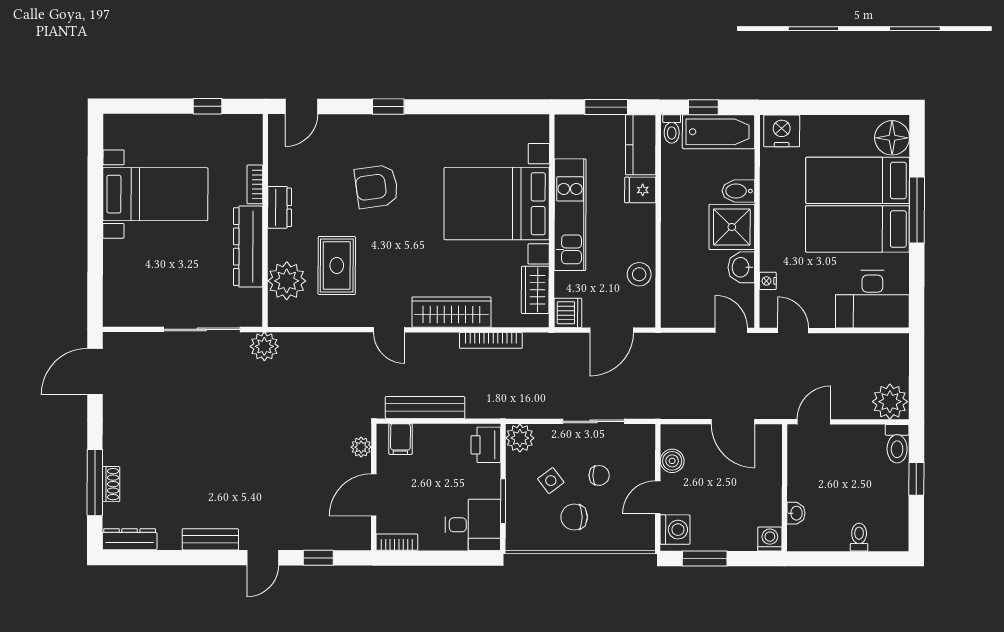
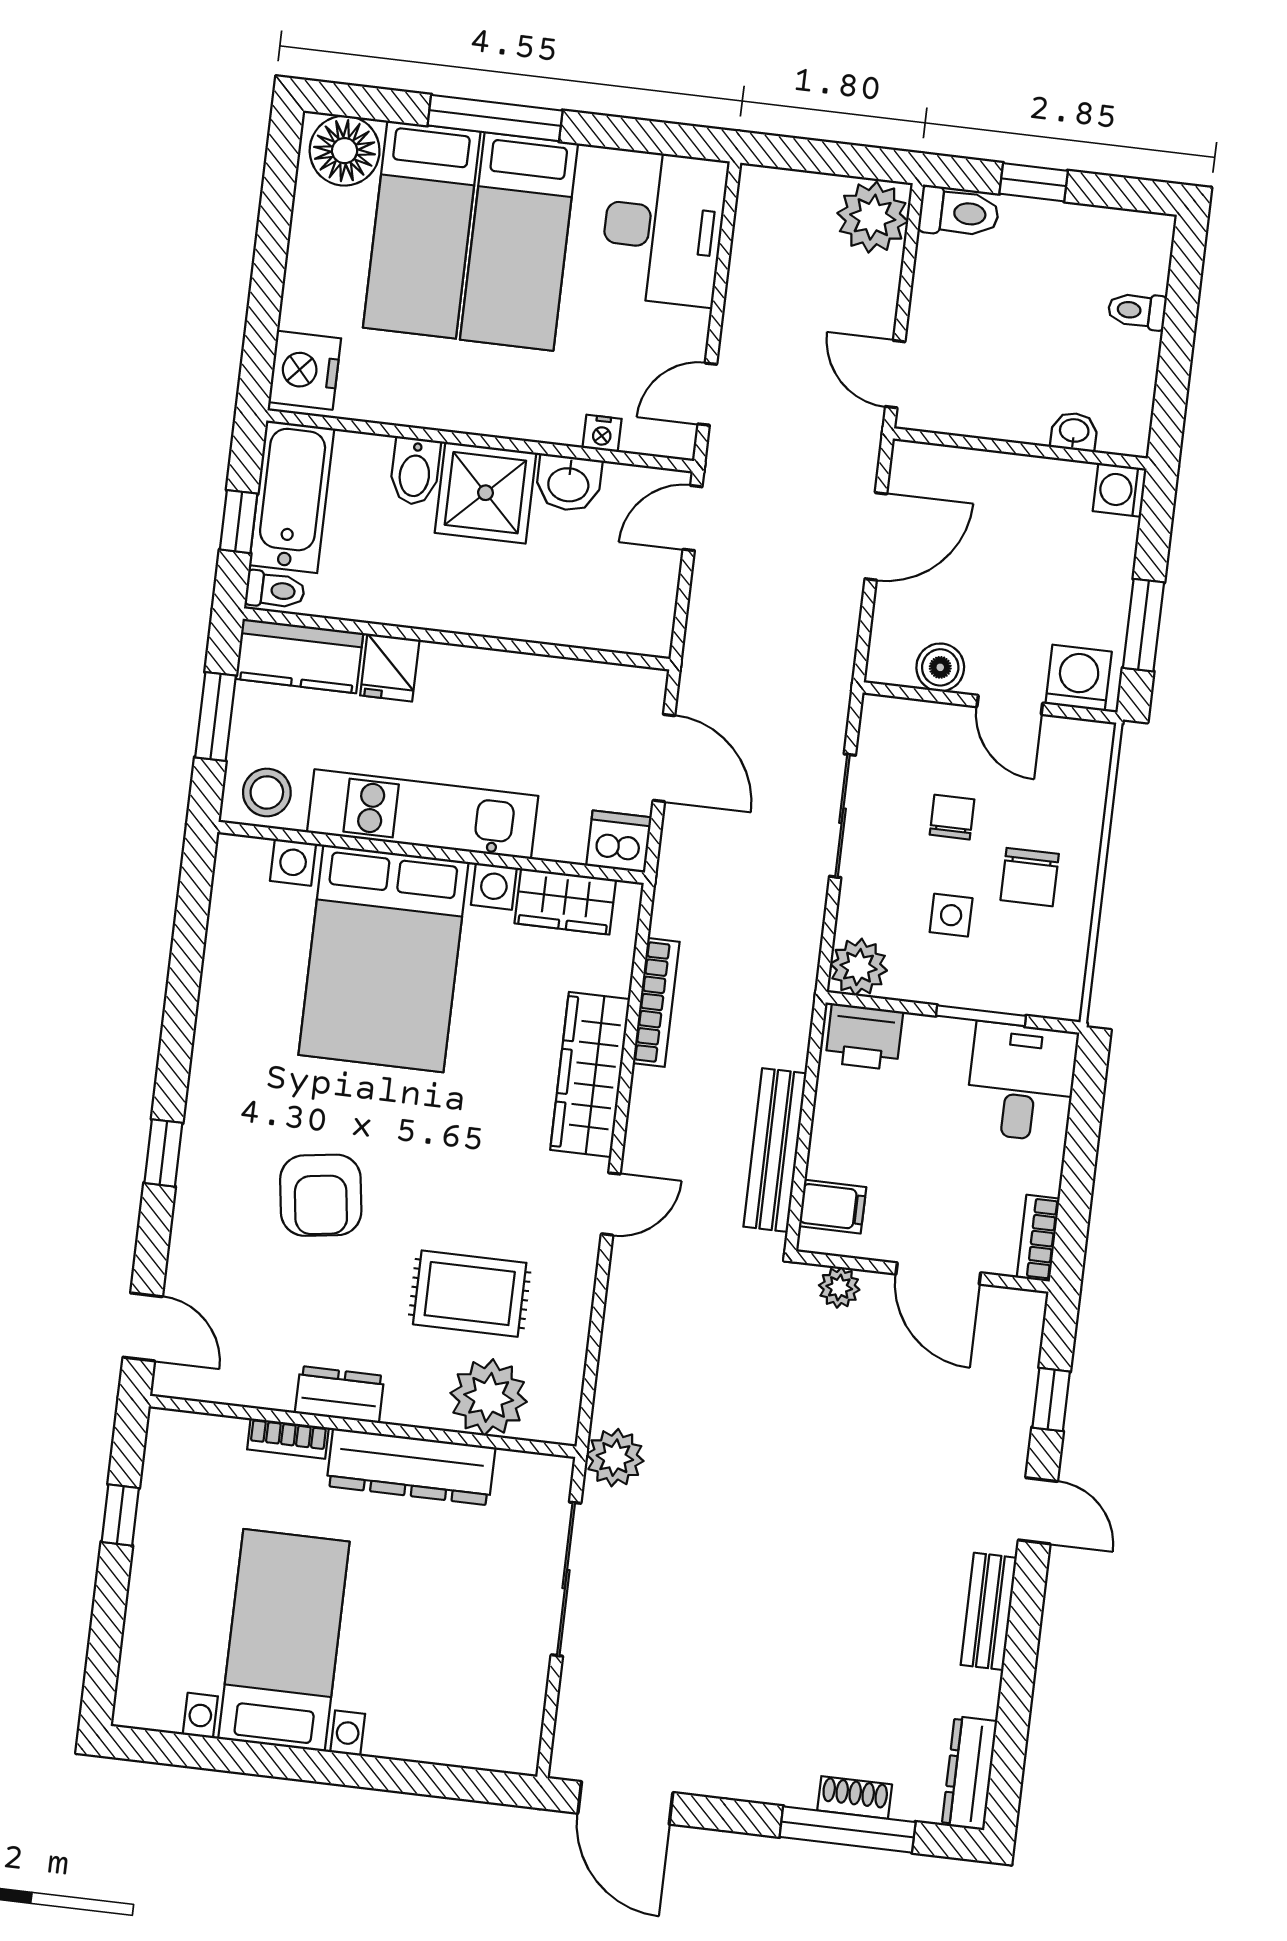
stool: (639, 274) -> (267, 792), moved
side table: (551, 481) -> (951, 915), turned 37

